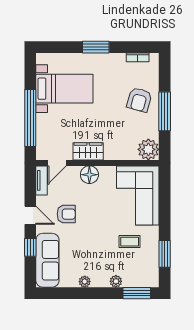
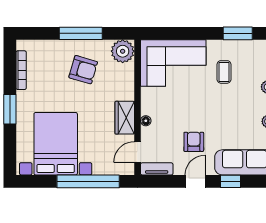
bookcase: (138, 57) -> (21, 70), width x1.56
bed with nightstands: (64, 89) -> (56, 144), width x1.36
armchair: (139, 100) -> (83, 70), moved
door: (57, 163) -> (137, 152), swing flipped
floor lamp: (89, 175) -> (146, 121), width x0.53, depth x0.53

